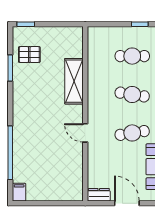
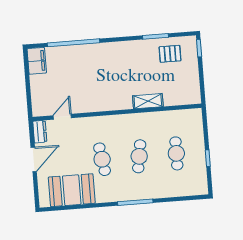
pallet: (29, 55) -> (170, 54), turned 90
shelving: (74, 81) -> (148, 101), width x0.67, depth x0.75
door: (85, 133) -> (62, 117), moved
filing cabinet: (19, 192) -> (37, 61), width x2.00

